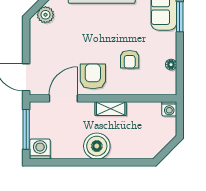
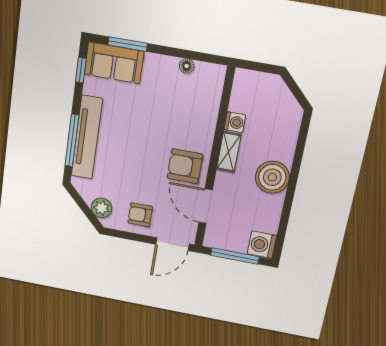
armchair: (130, 59) -> (140, 215), moved, turned 180
washing machine: (169, 109) -> (235, 122), moved

